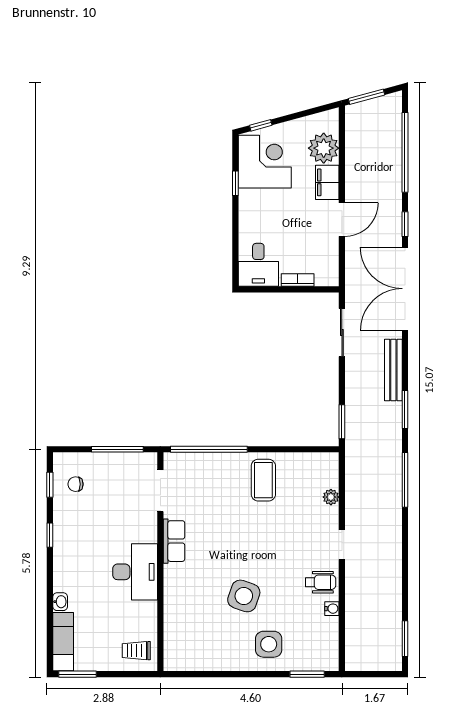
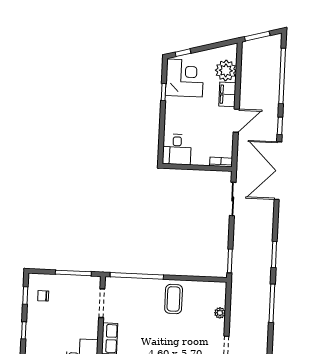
bookcase: (298, 280) -> (221, 162), moved
bench: (393, 370) -> (267, 227), removed

